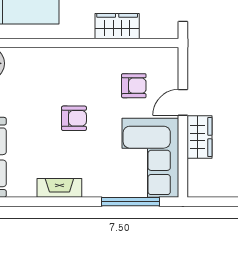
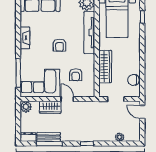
wardrobe: (117, 26) -> (105, 66), width x1.50
tv unit: (49, 58) -> (89, 33), added
plant: (198, 186) -> (26, 107), added

